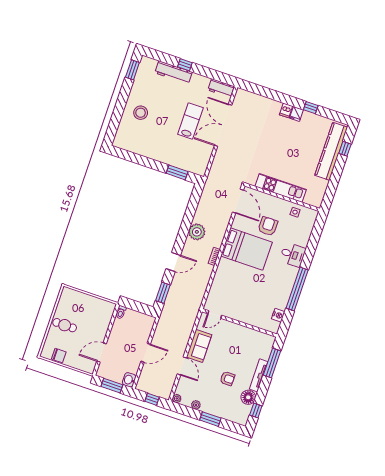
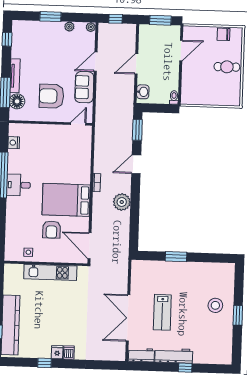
window: (132, 70) -> (238, 315), moved
workbench: (173, 72) -> (174, 356), moved
double door: (223, 125) -> (128, 318), swing flipped
window: (177, 172) -> (176, 257), moved
desk: (293, 255) -> (18, 185), moved
door: (182, 366) -> (96, 62), hinge flipped
armchair: (227, 379) -> (52, 96), moved, width x1.88, depth x1.88
washbasin: (129, 380) -> (143, 92), moved
floor lamp: (248, 397) -> (17, 101), moved

